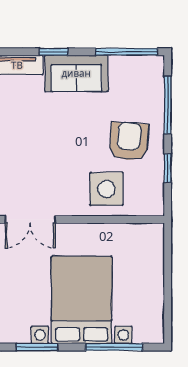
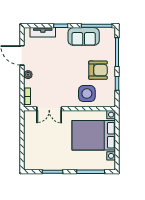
sofa: (76, 73) -> (84, 36), moved
armchair: (129, 141) -> (98, 70), turned 86
bed with nightstands: (82, 300) -> (94, 135), moved, turned -90

